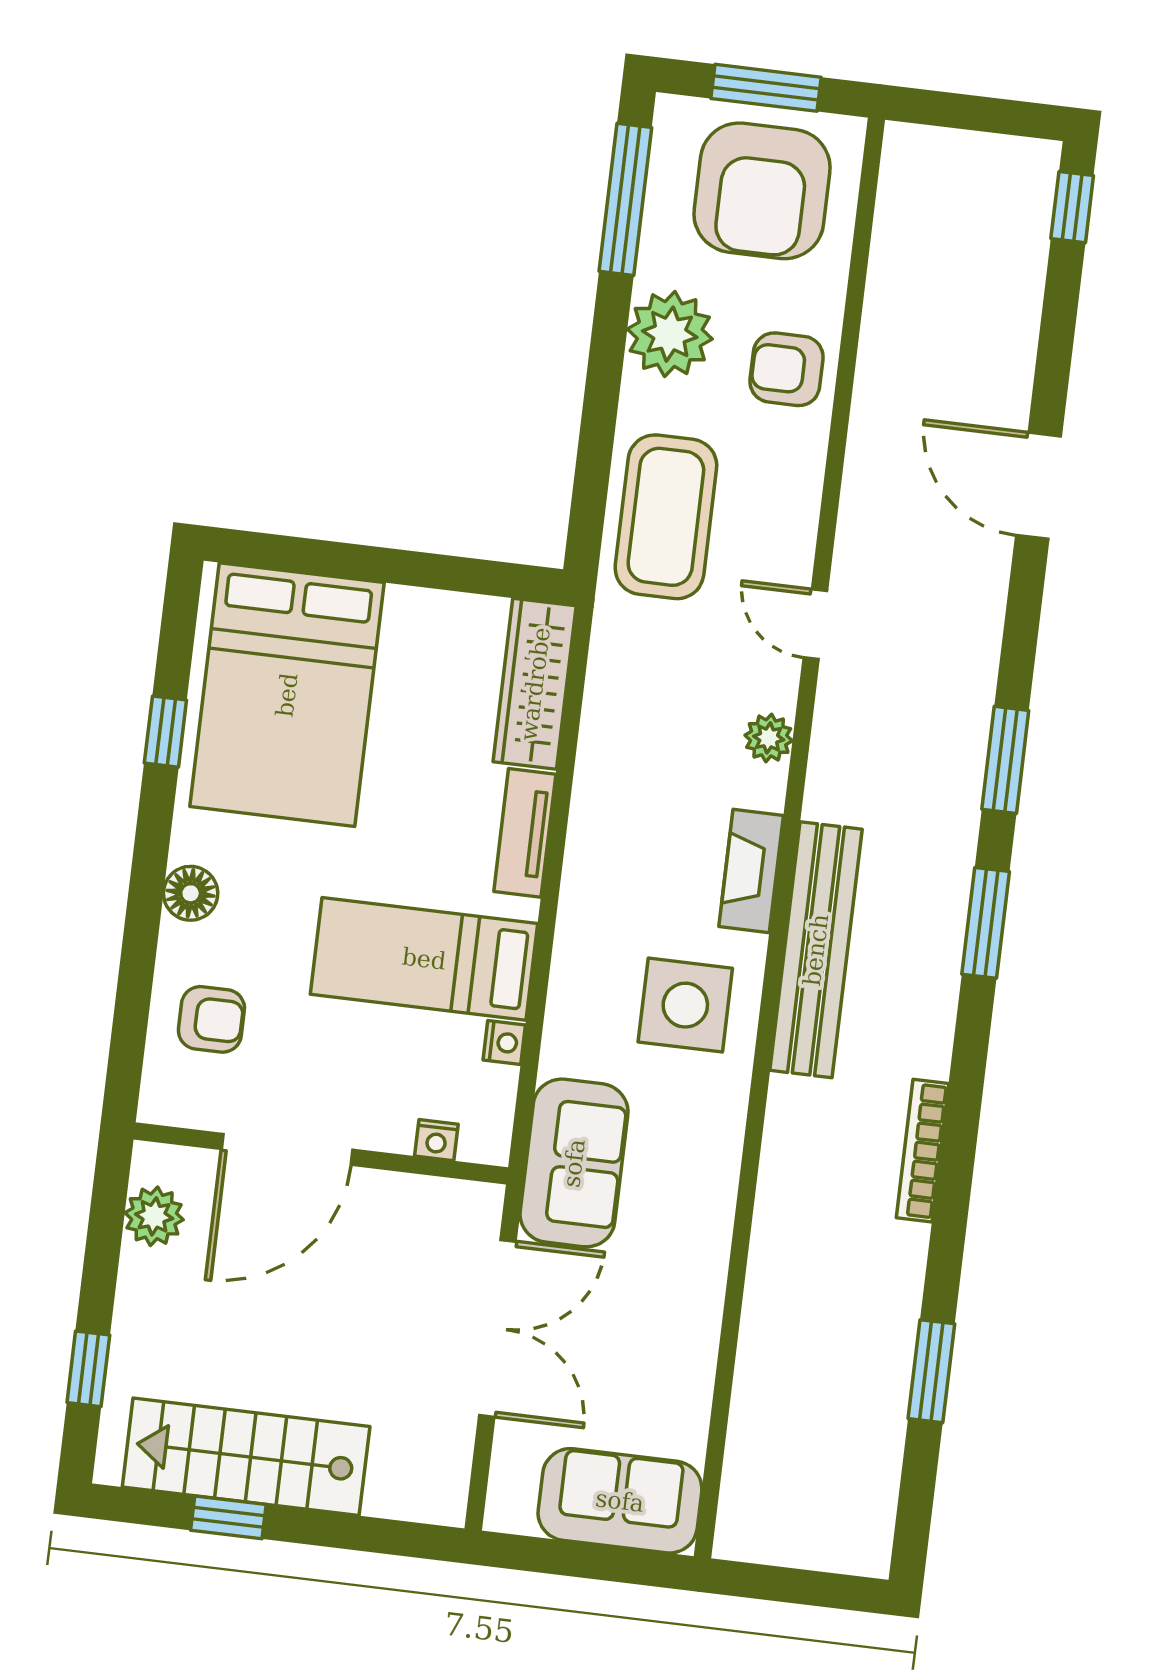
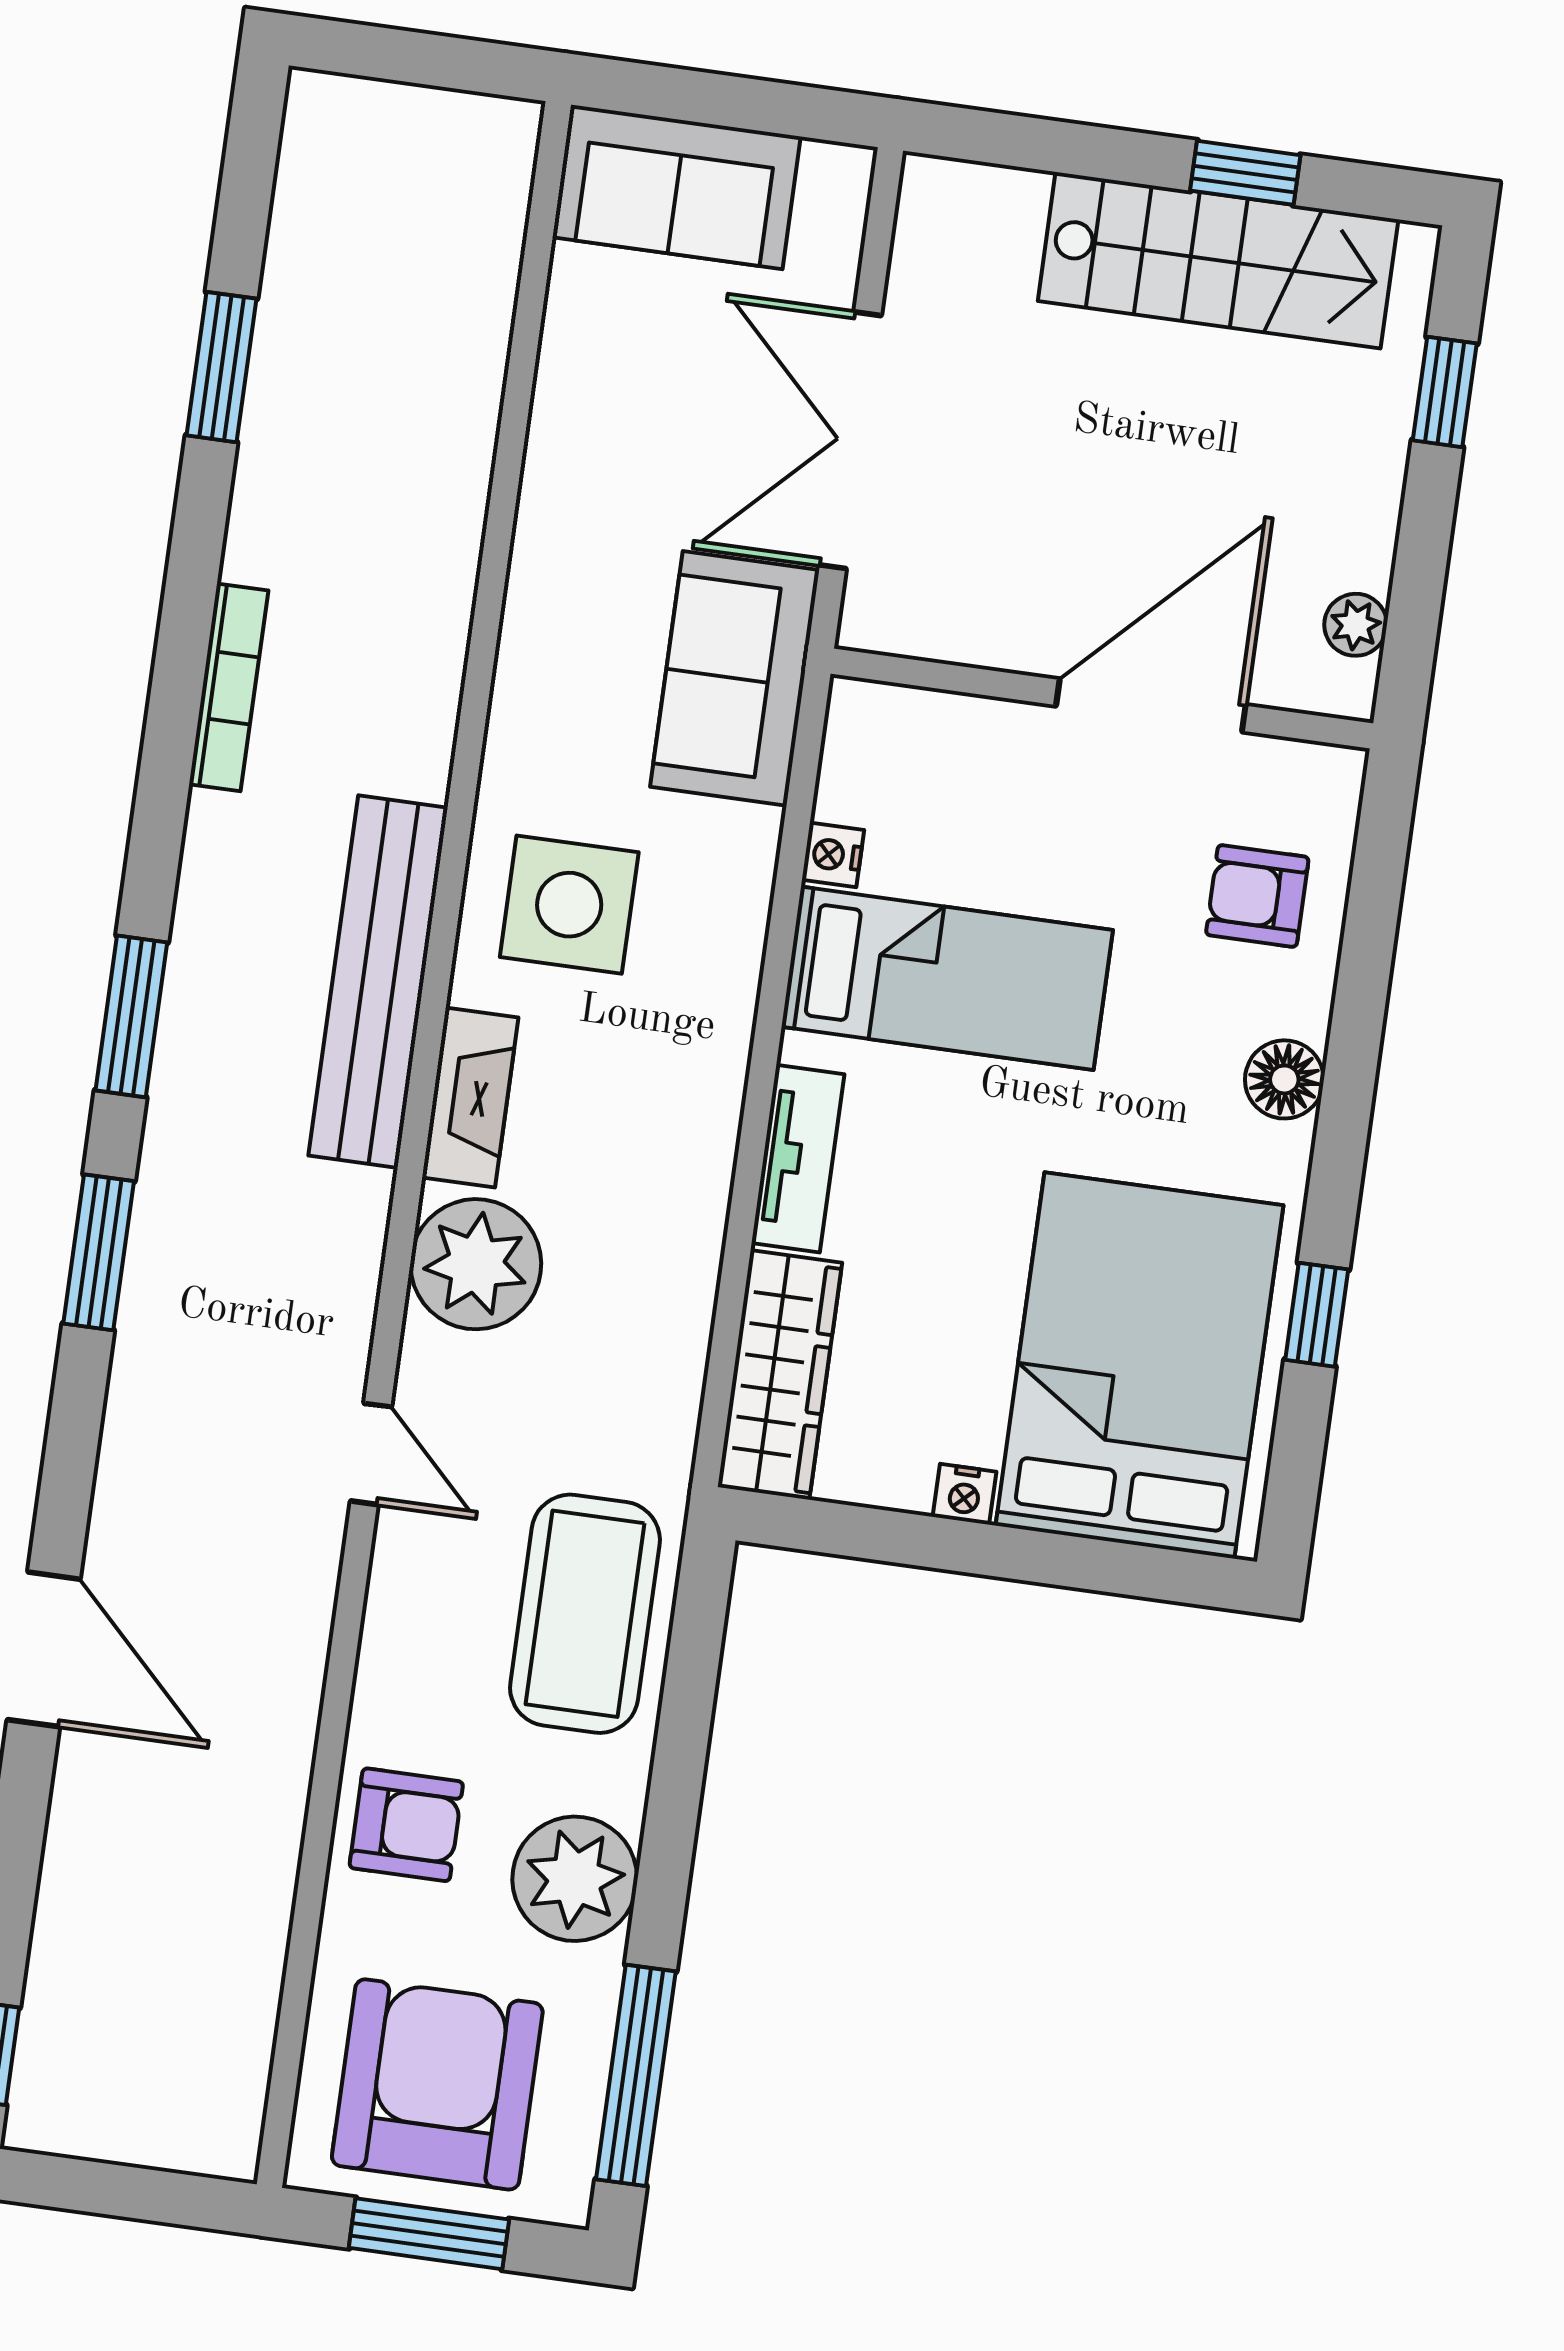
plant: (769, 738) -> (476, 1264), width x1.87, depth x1.87
nightstand: (436, 1140) -> (965, 1494), moved, turned 180
plant: (154, 1216) -> (1356, 625), width x0.73, depth x0.73

